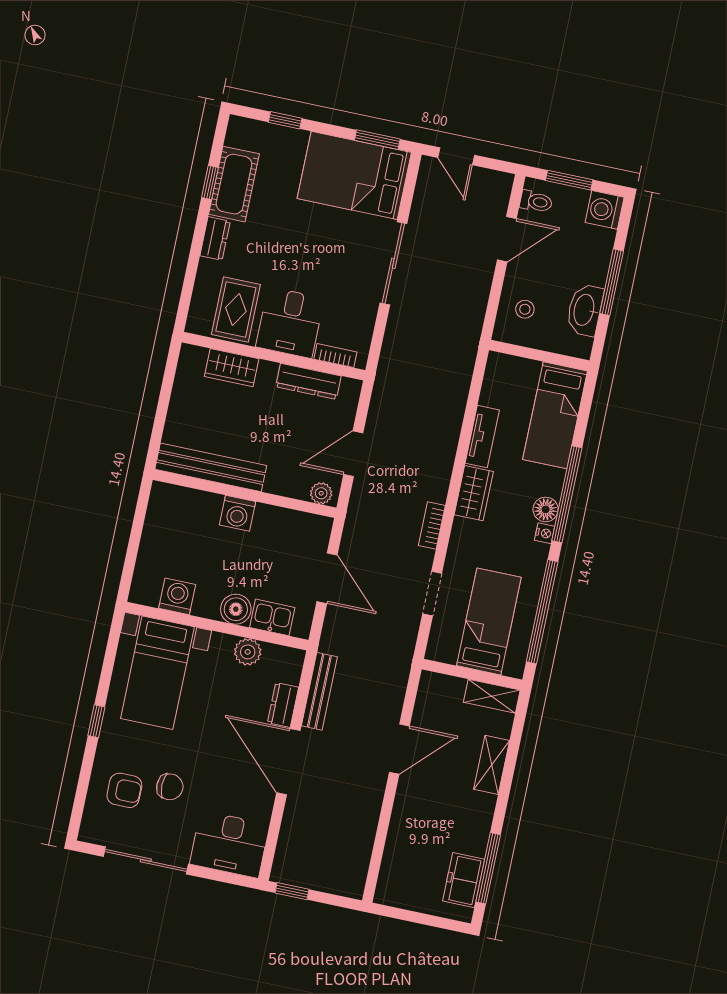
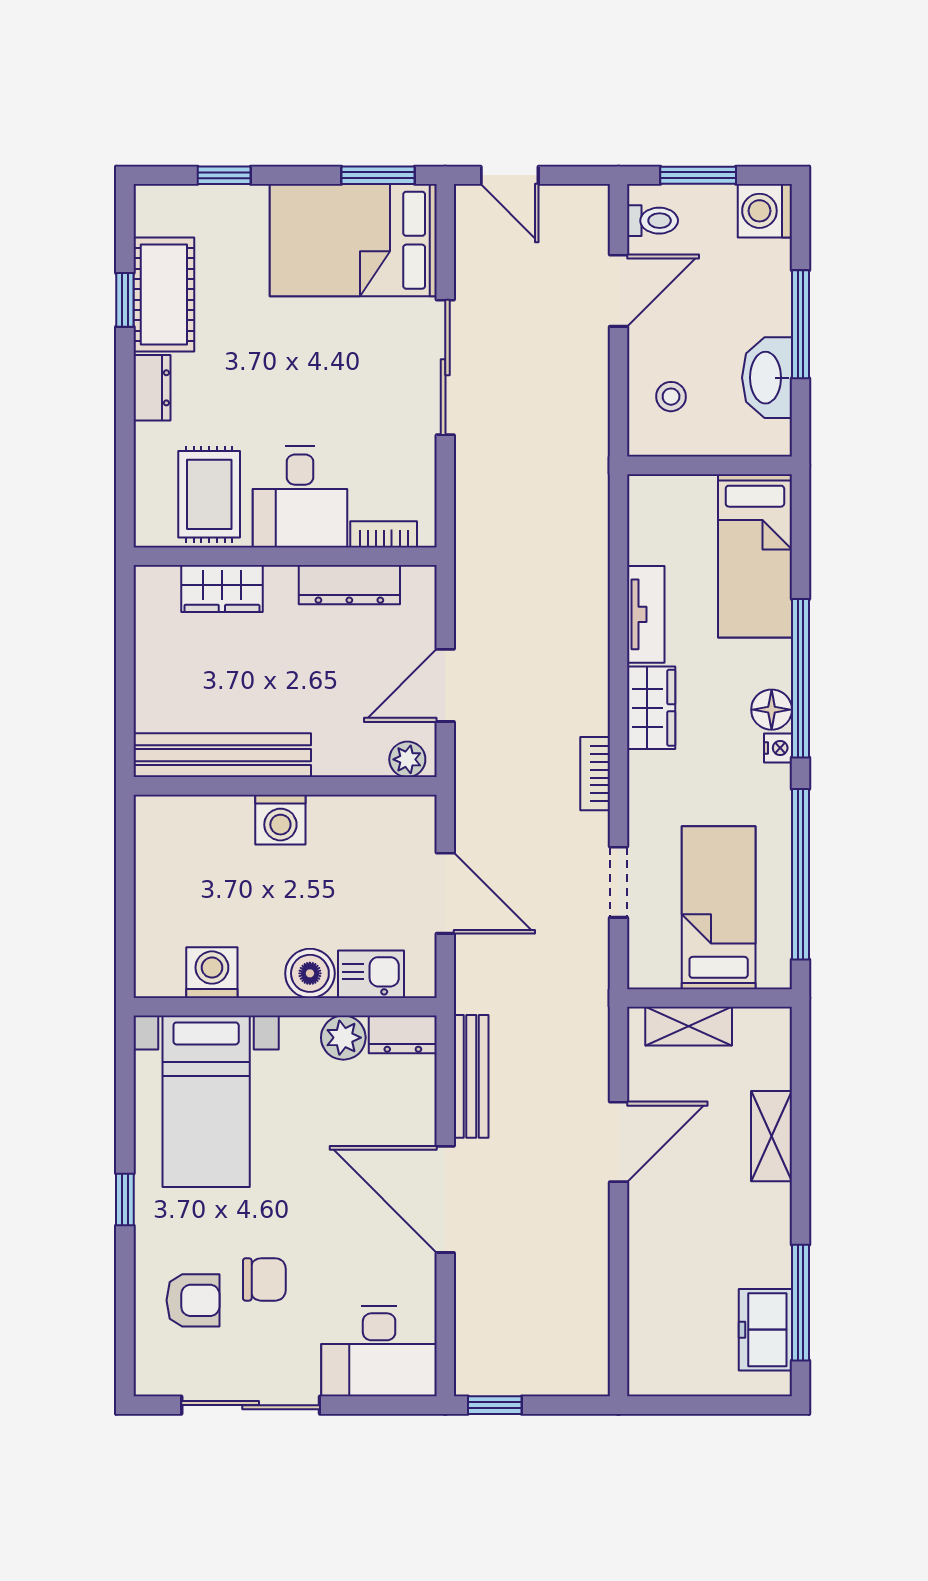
shelving: (492, 696) -> (689, 1026), moved
dresser: (283, 705) -> (403, 1034), moved, turned -90

